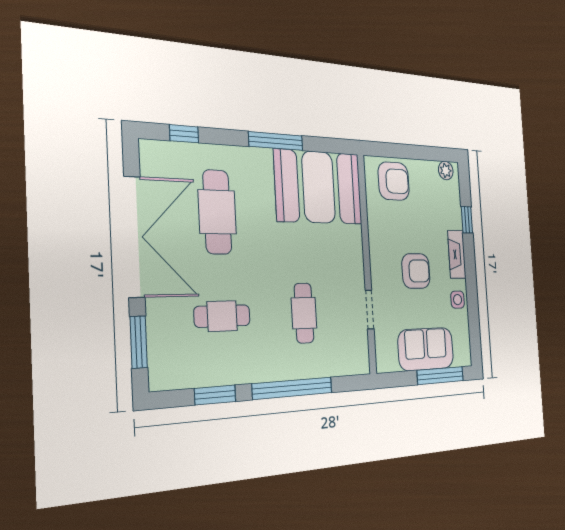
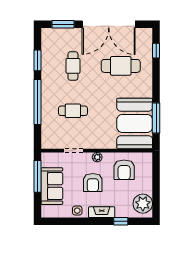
window: (276, 141) -> (156, 118), moved
plant: (446, 171) -> (143, 204), width x1.88, depth x1.88
armchair: (394, 181) -> (124, 170), moved
plant: (377, 263) -> (97, 157), added
window: (440, 376) -> (38, 176), moved

